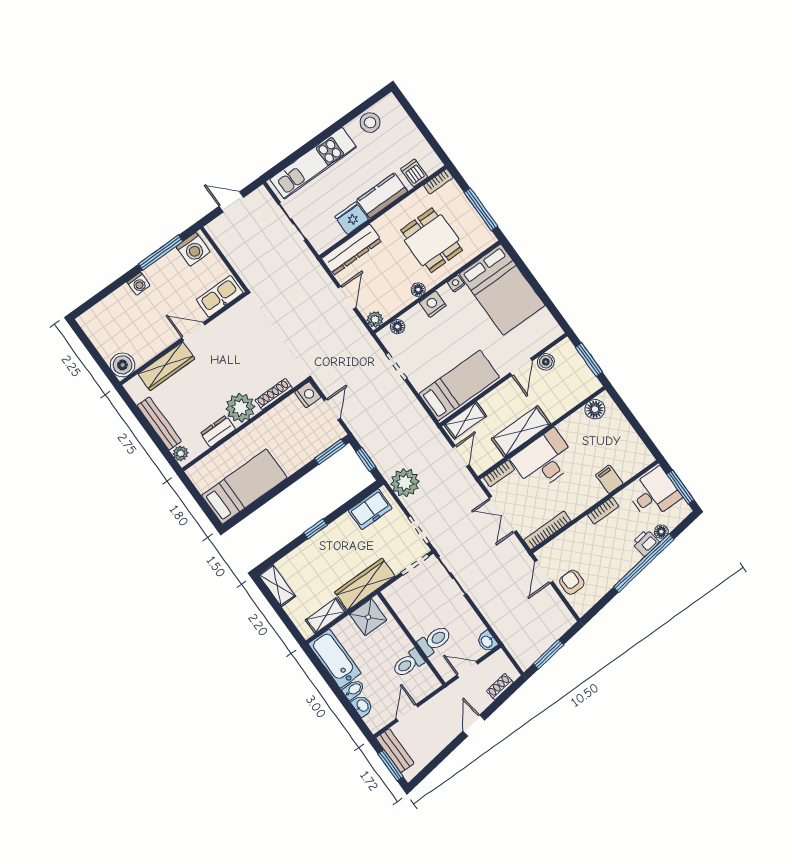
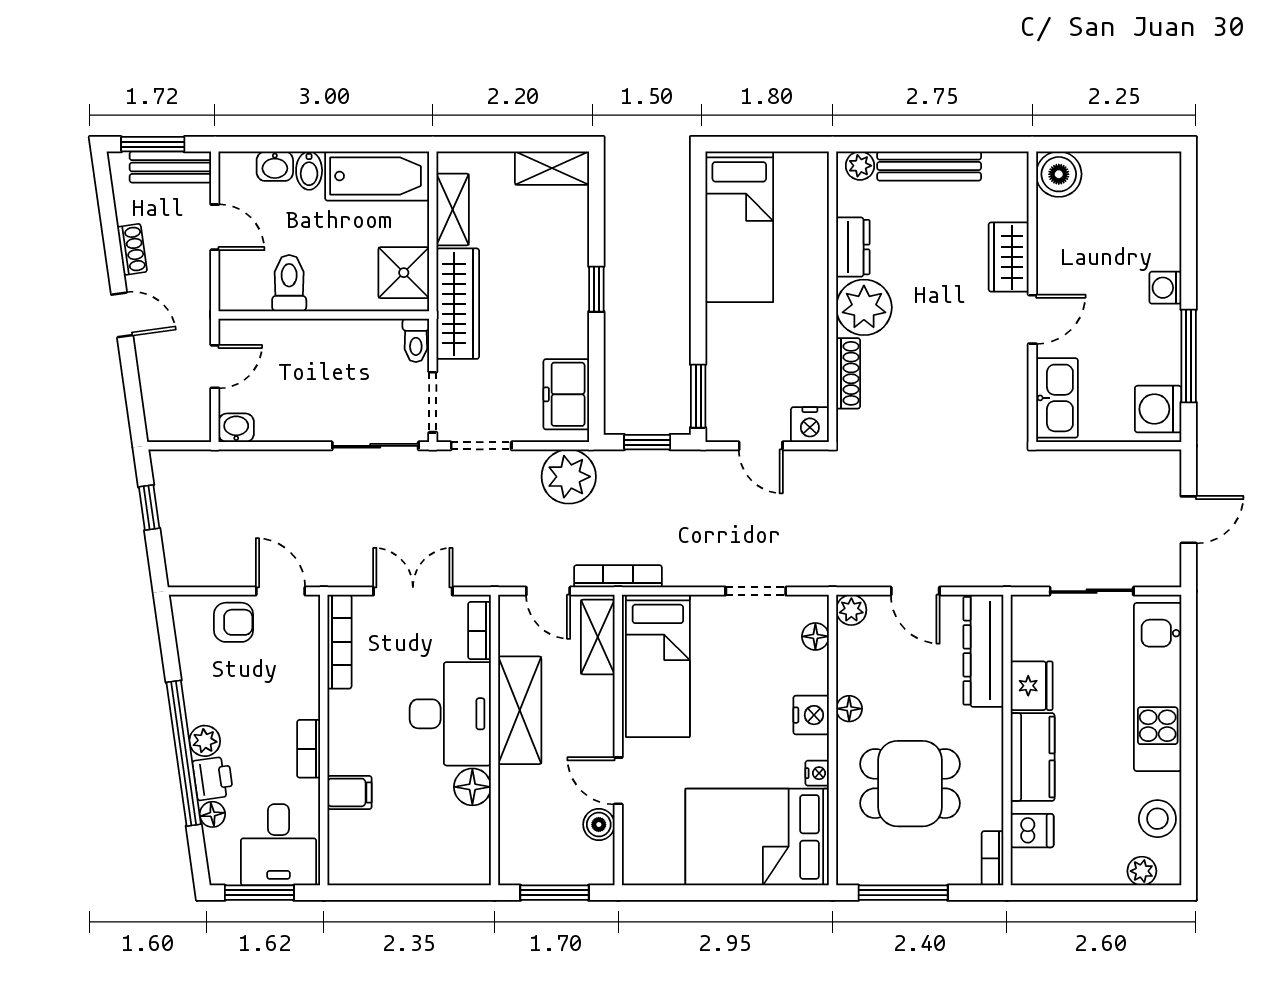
plant: (398, 113) -> (1142, 871), added
wardrobe: (166, 366) -> (1009, 257), width x0.67
floor lamp: (595, 409) -> (472, 787), moved
bookcase: (433, 431) -> (618, 576), added
plant: (632, 558) -> (205, 741), added
toilet: (435, 640) -> (416, 340), moved, width x0.73, depth x0.72
window: (548, 654) -> (149, 507), width x0.67
shoe rack: (500, 687) -> (132, 249), moved

